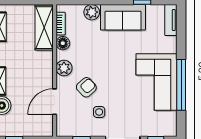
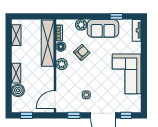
shelving: (44, 28) -> (48, 43), width x1.47
window: (181, 85) -> (144, 76), removed
armchair: (86, 87) -> (82, 52), moved
door: (55, 102) -> (55, 100), moved

